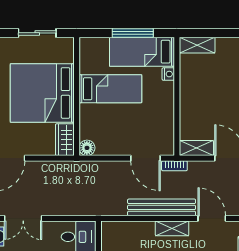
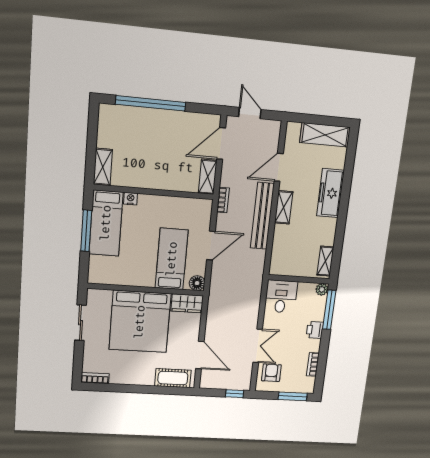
bed: (110, 89) -> (172, 259), moved
door: (146, 158) -> (211, 246), moved

